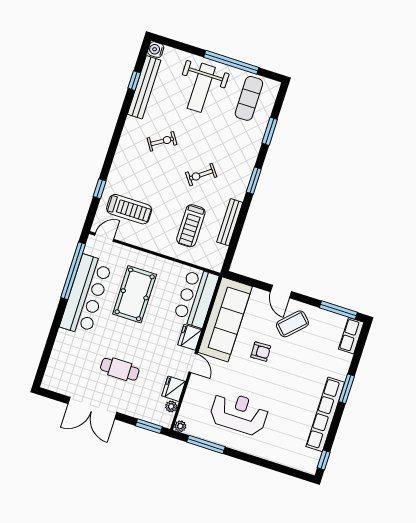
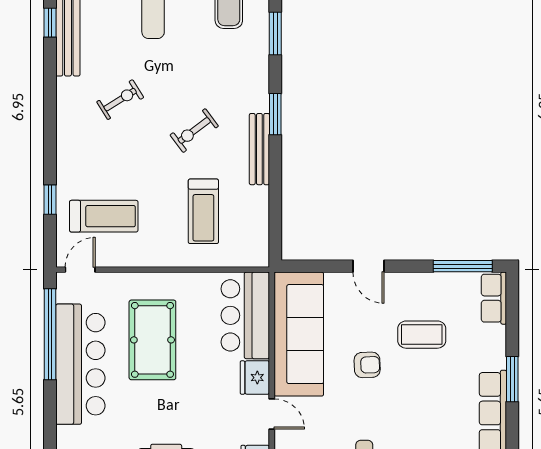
bench: (230, 222) -> (259, 149), moved
coffee table: (292, 324) -> (422, 335), moved, turned 45

